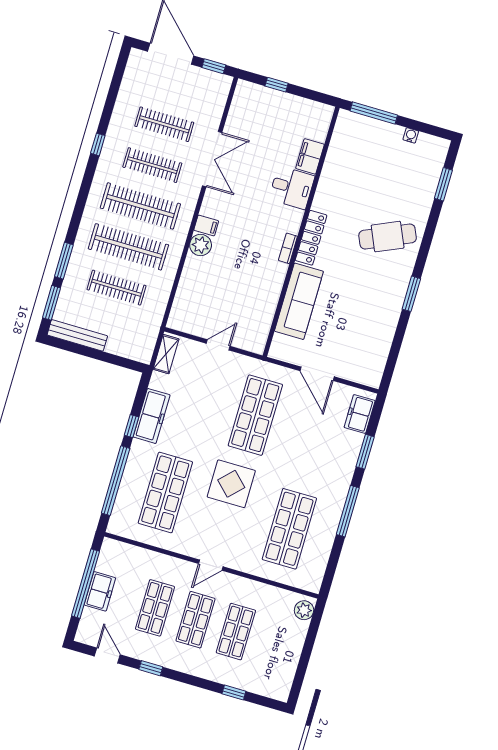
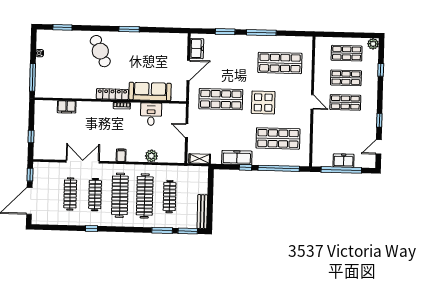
desk: (292, 188) -> (151, 114), moved
plant: (201, 245) -> (151, 156), moved
freezer: (360, 414) -> (197, 49), moved, turned -90
shop shelf: (155, 608) -> (347, 53), moved
plant: (304, 610) -> (373, 44), moved

